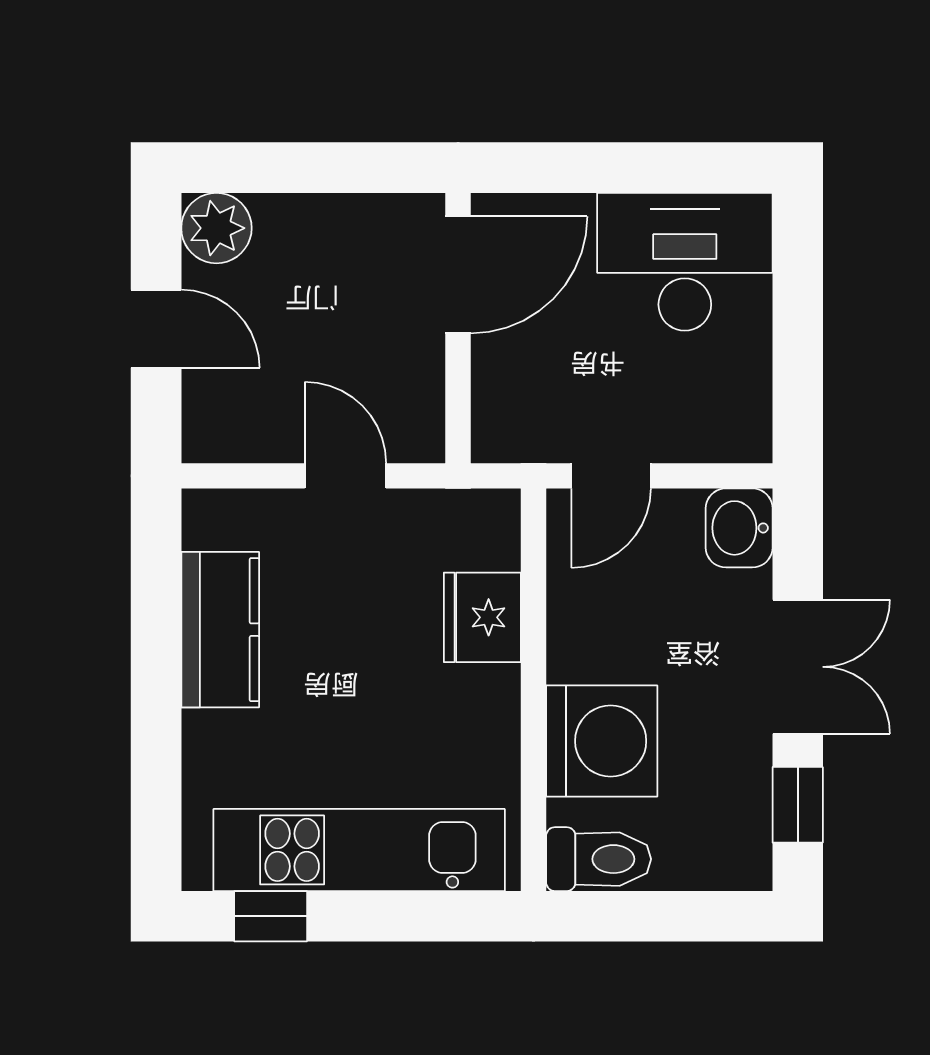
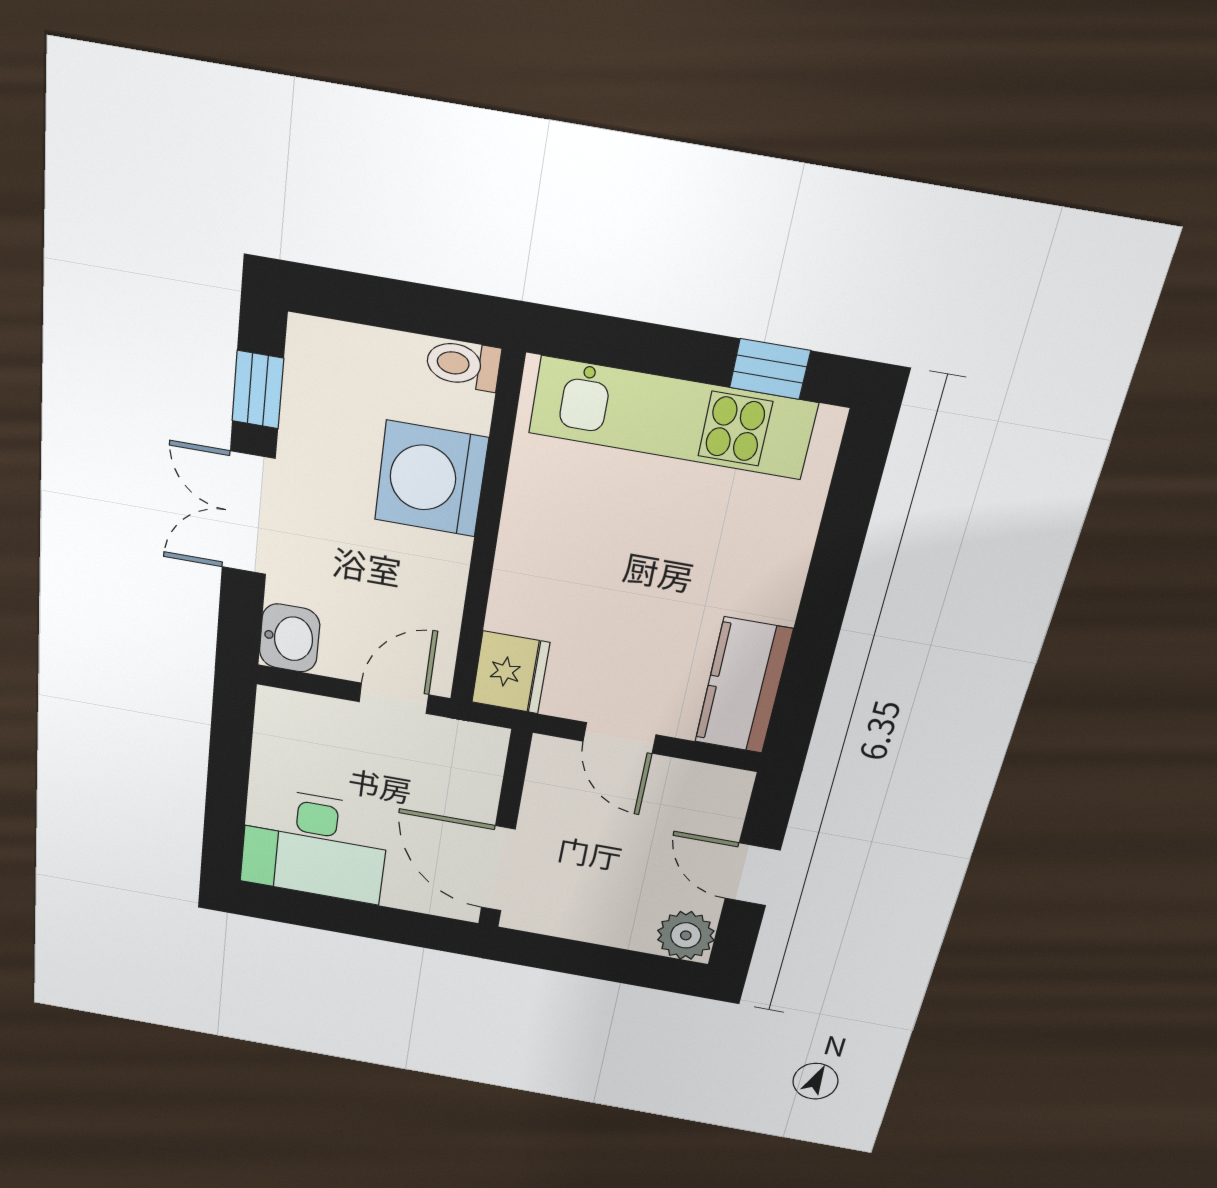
door: (458, 275) -> (498, 869), hinge flipped
fridge: (482, 617) -> (511, 673), moved
kitchen counter: (220, 630) -> (743, 686), moved
toilet: (599, 859) -> (463, 365), width x0.73, depth x0.72

